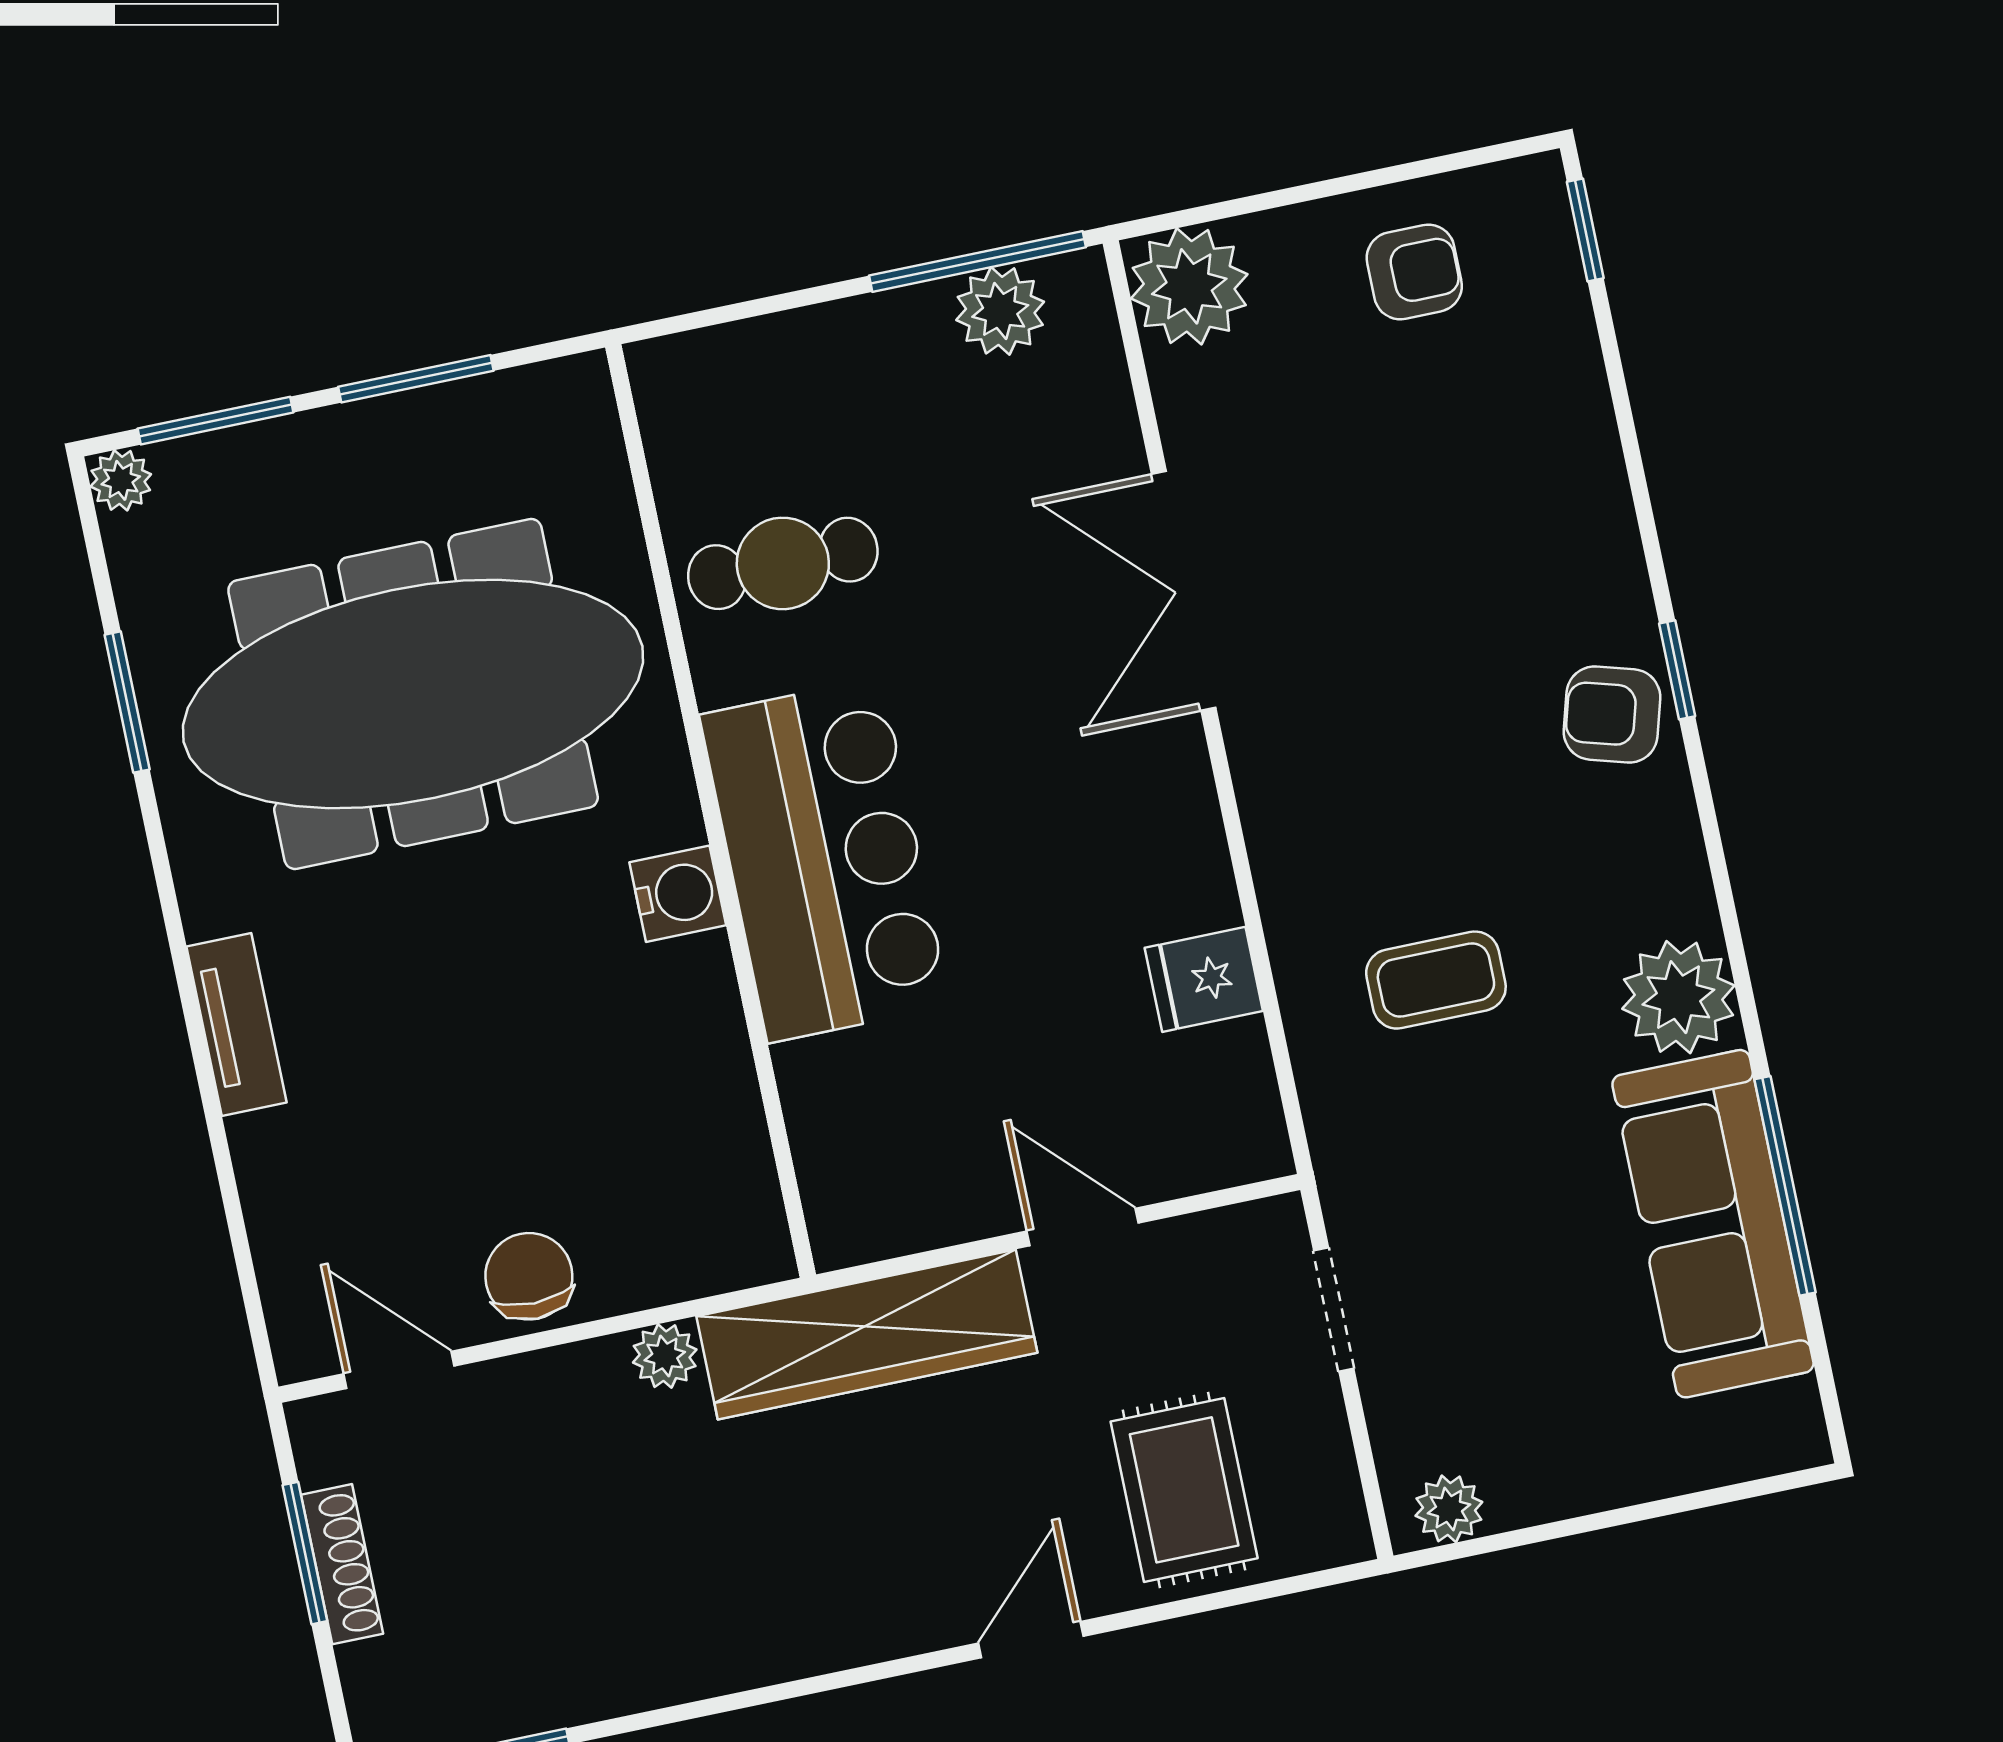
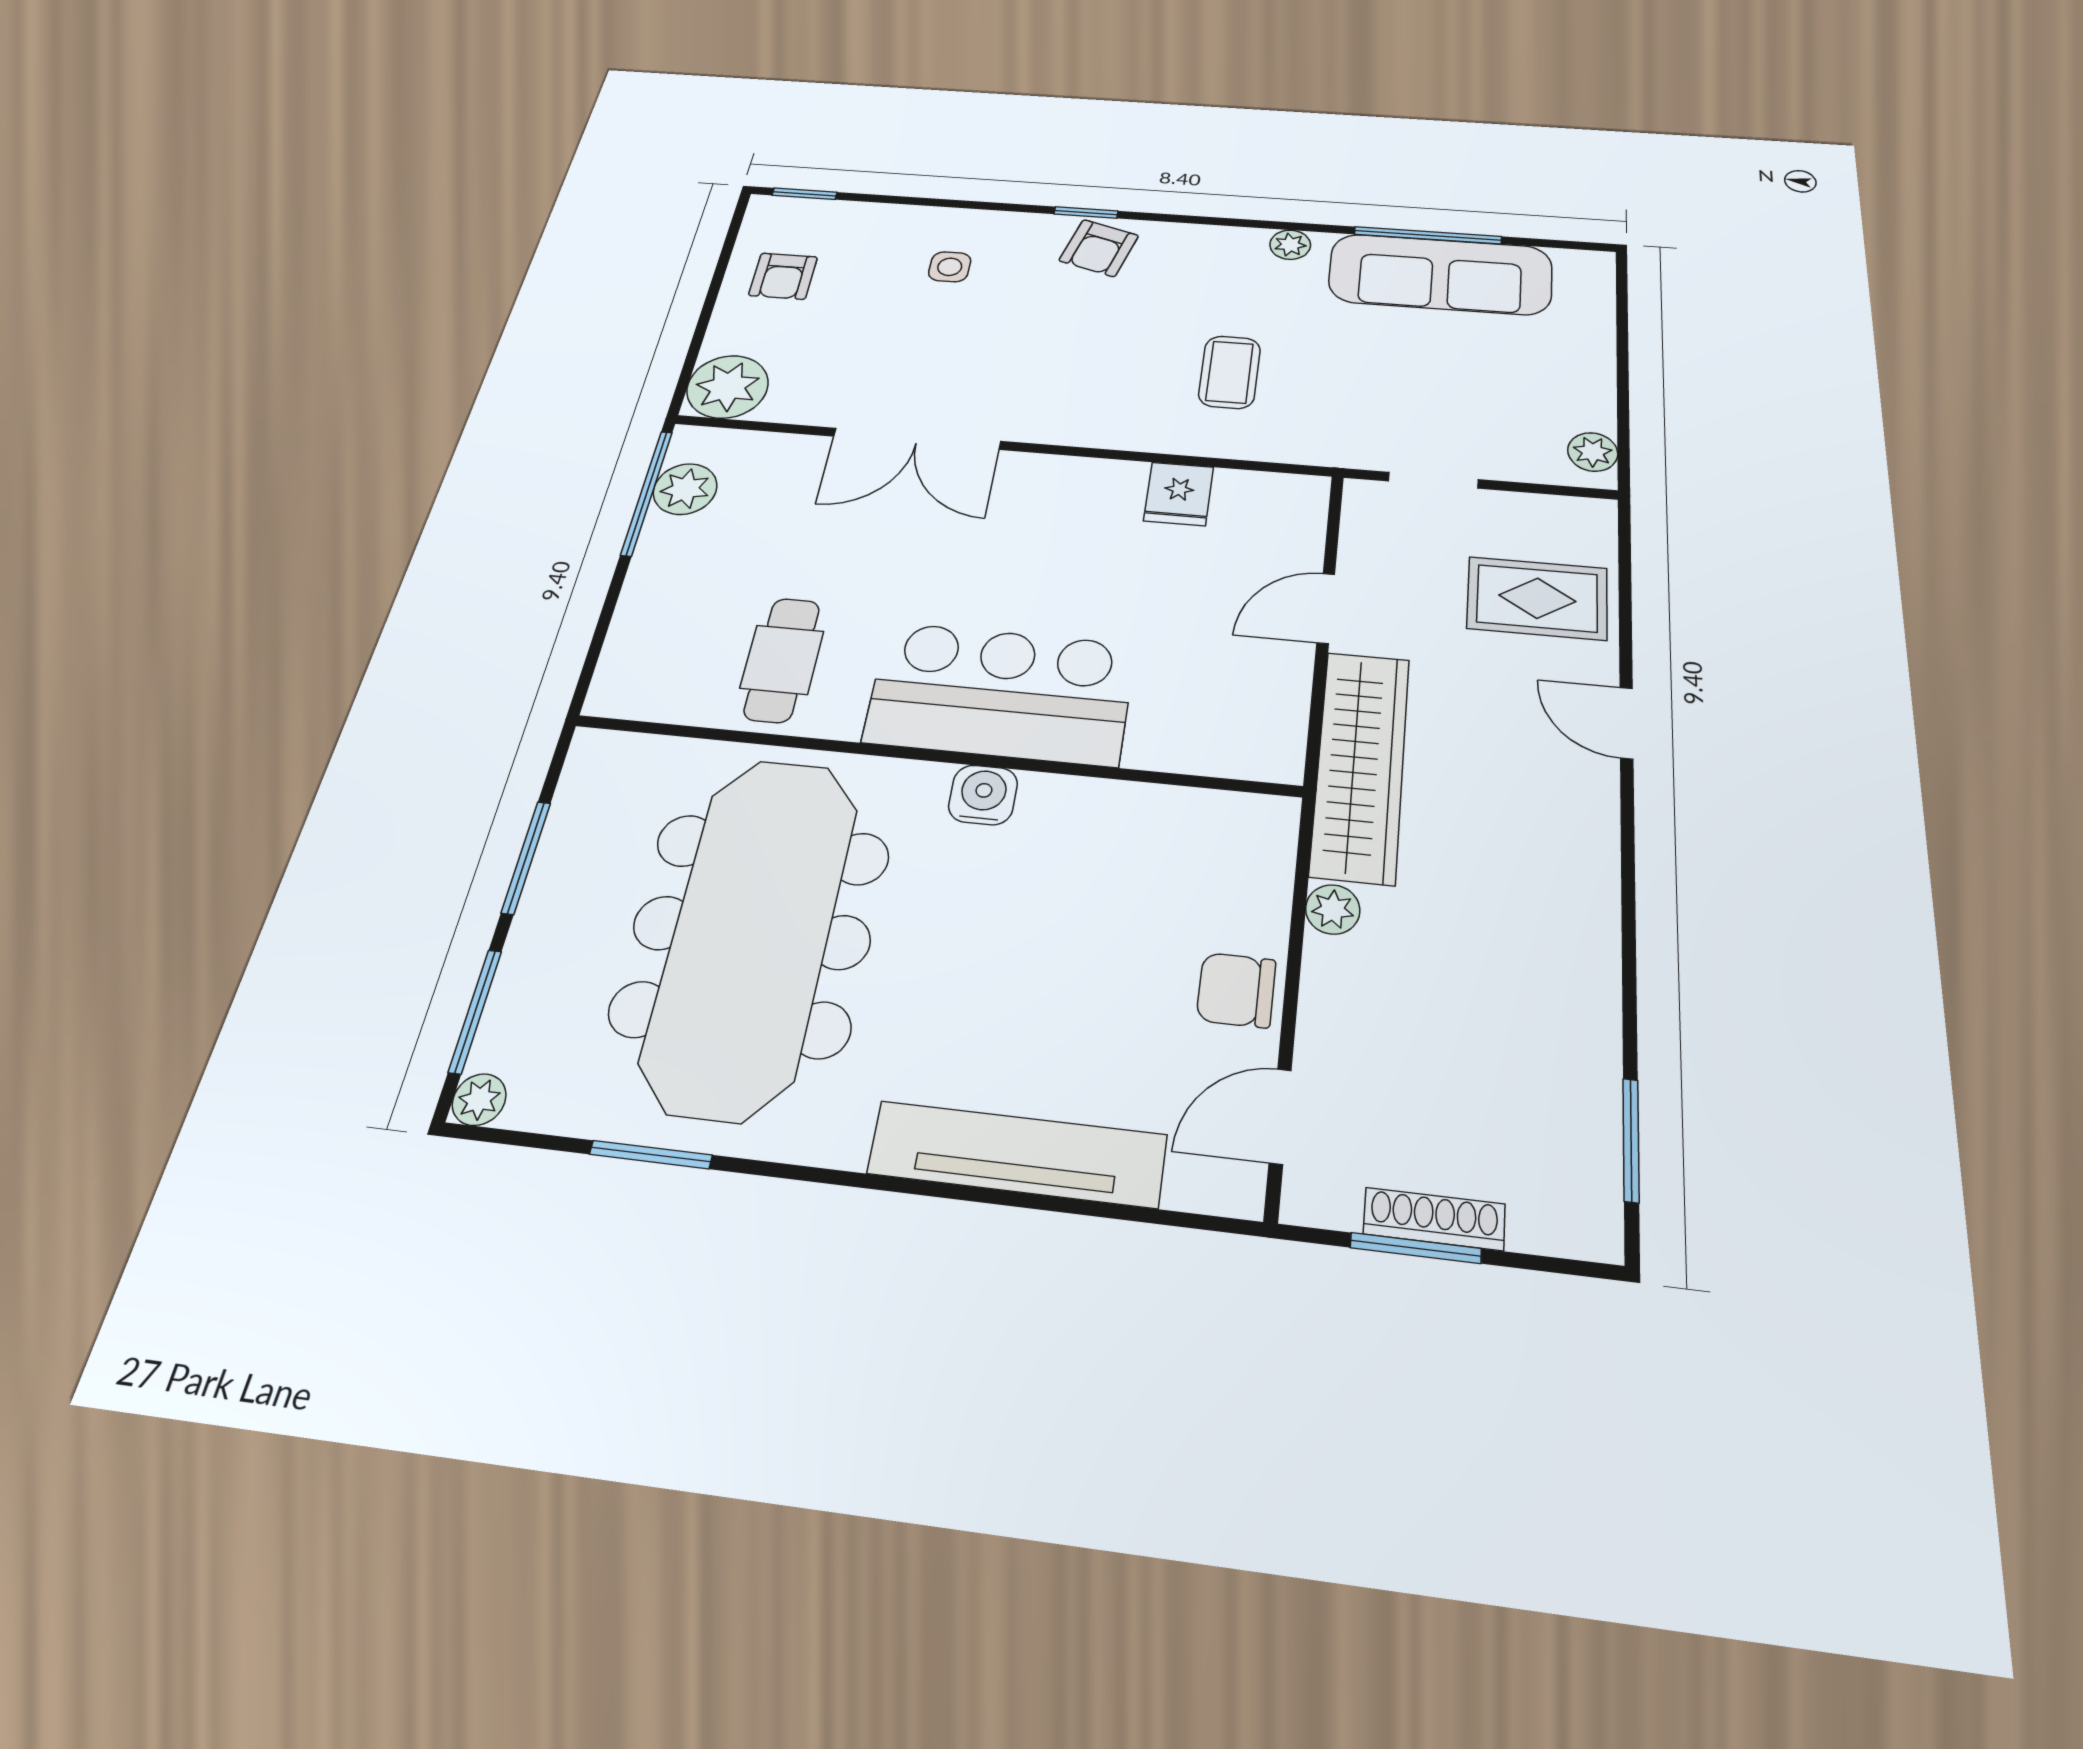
armchair: (1414, 272) -> (783, 276), turned 180
side table: (1508, 510) -> (950, 267), added
plant: (1678, 997) -> (1290, 245), width x0.53, depth x0.53
tv unit: (237, 1024) -> (1017, 1154), width x1.92, depth x1.29

